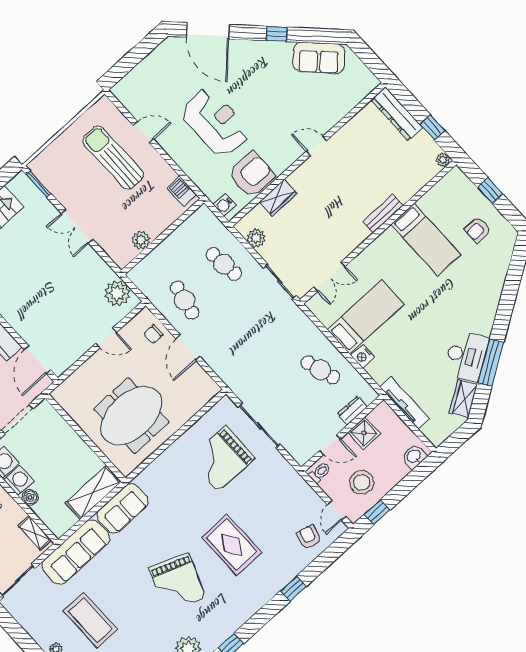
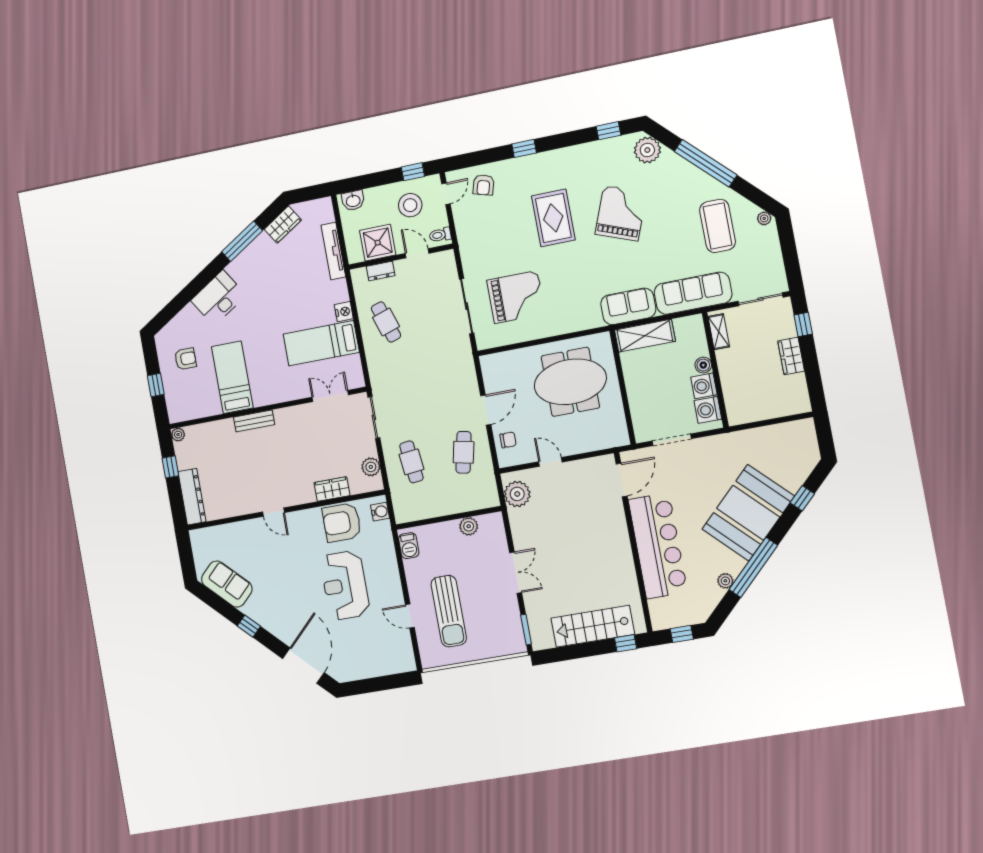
desk: (466, 356) -> (218, 298), moved
shower: (364, 433) -> (378, 243), width x1.36, depth x1.36

